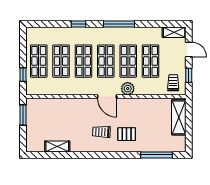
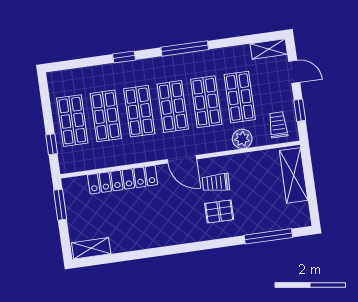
plant: (128, 89) -> (242, 139), moved
locker: (66, 104) -> (123, 180), added
trolley: (101, 132) -> (216, 183), moved
shelving: (57, 146) -> (91, 248), moved

